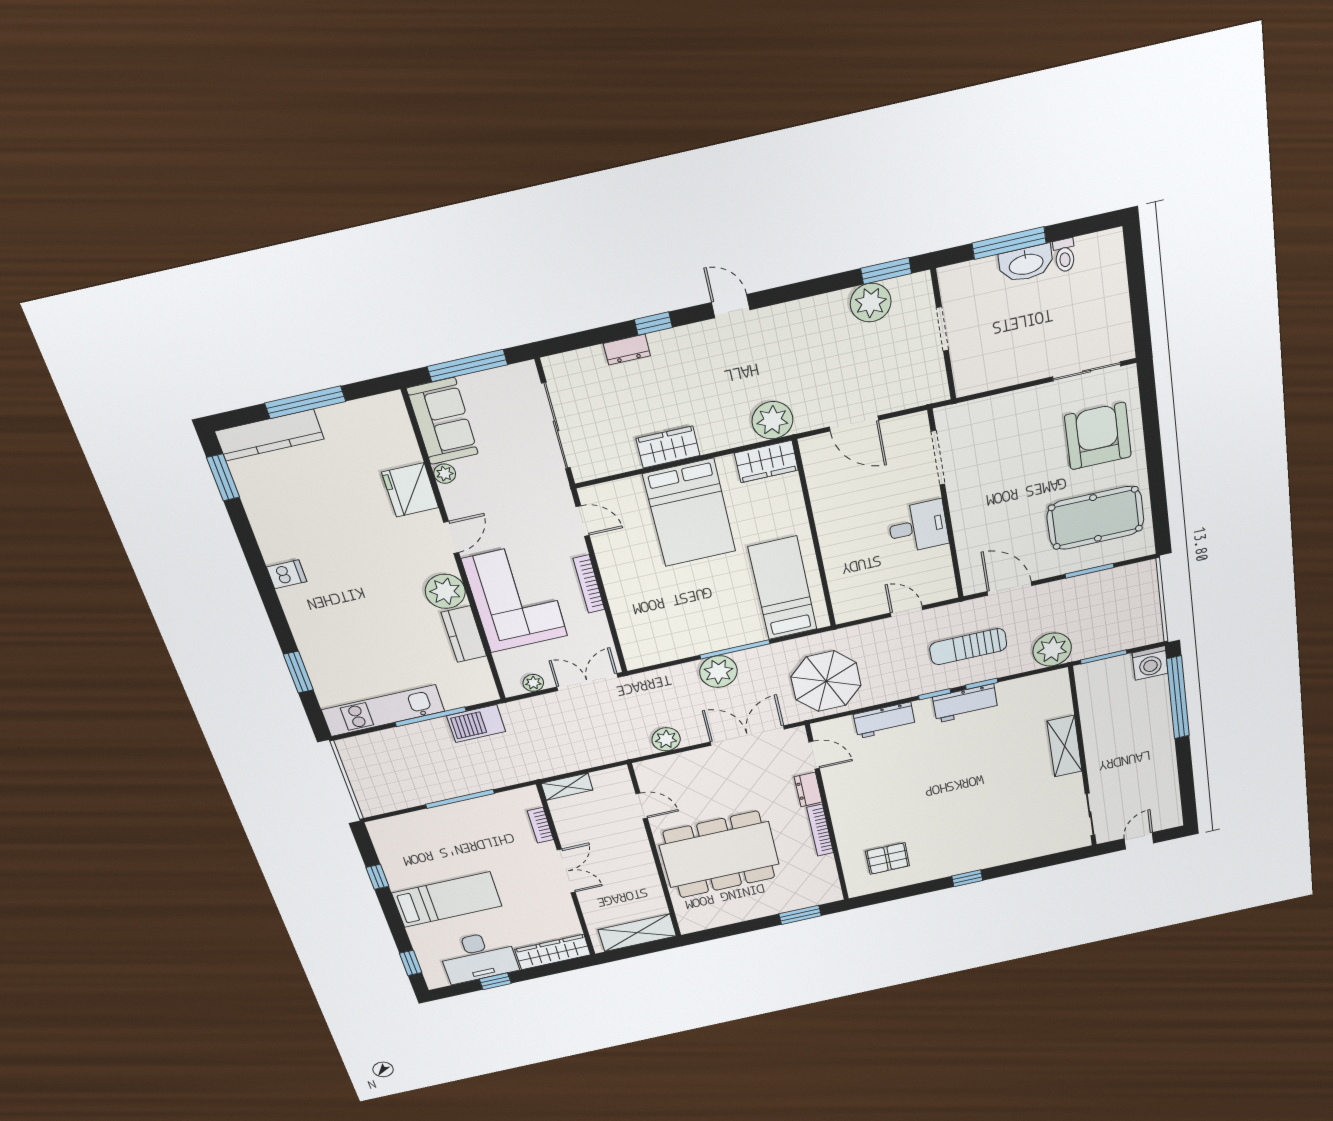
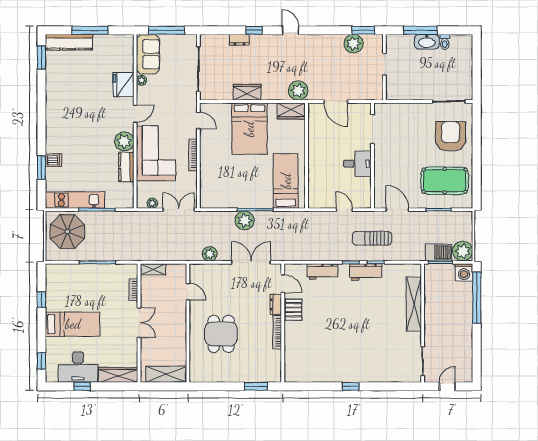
dishwasher: (287, 574) -> (53, 160), moved
plant: (1052, 650) -> (463, 251), moved
parasol: (826, 681) -> (67, 232), moved
barbecue: (476, 724) -> (439, 253), moved, turned 180
shelving: (1064, 746) -> (414, 304), width x1.47
dining table: (719, 855) -> (221, 334), width x0.53, depth x0.80
pallet: (888, 859) -> (293, 310), moved, turned 90

